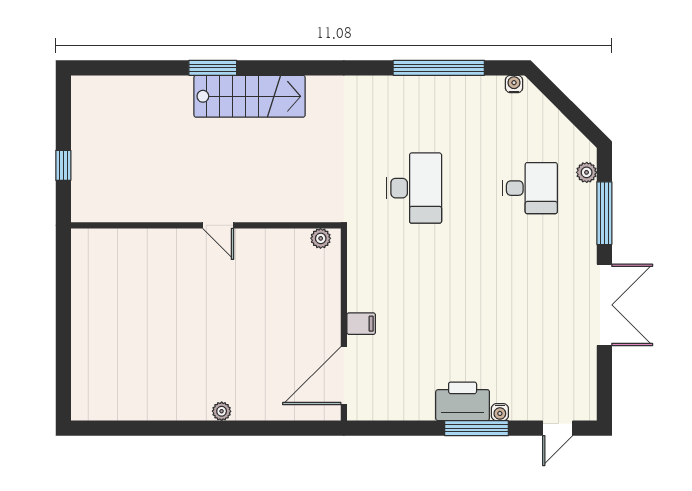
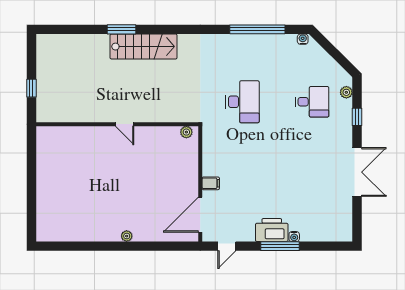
window: (604, 213) -> (357, 117), width x0.46
door: (558, 428) -> (227, 246), moved

